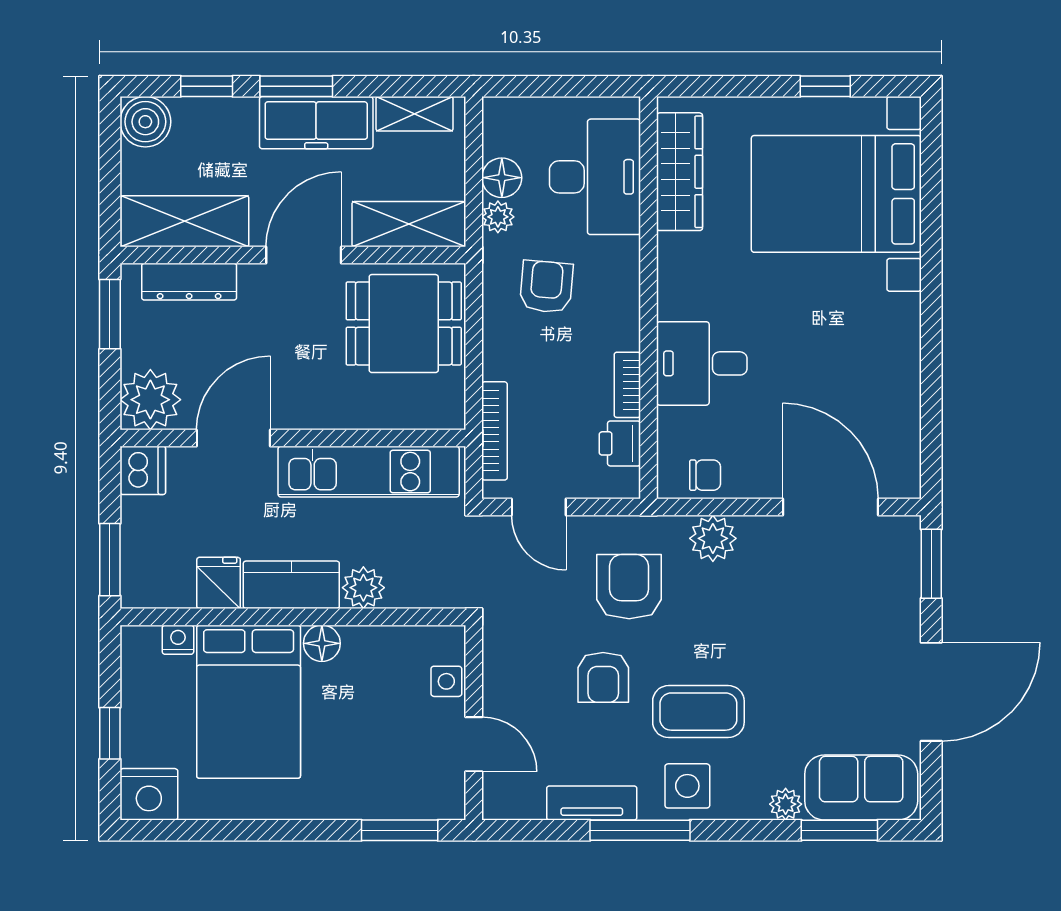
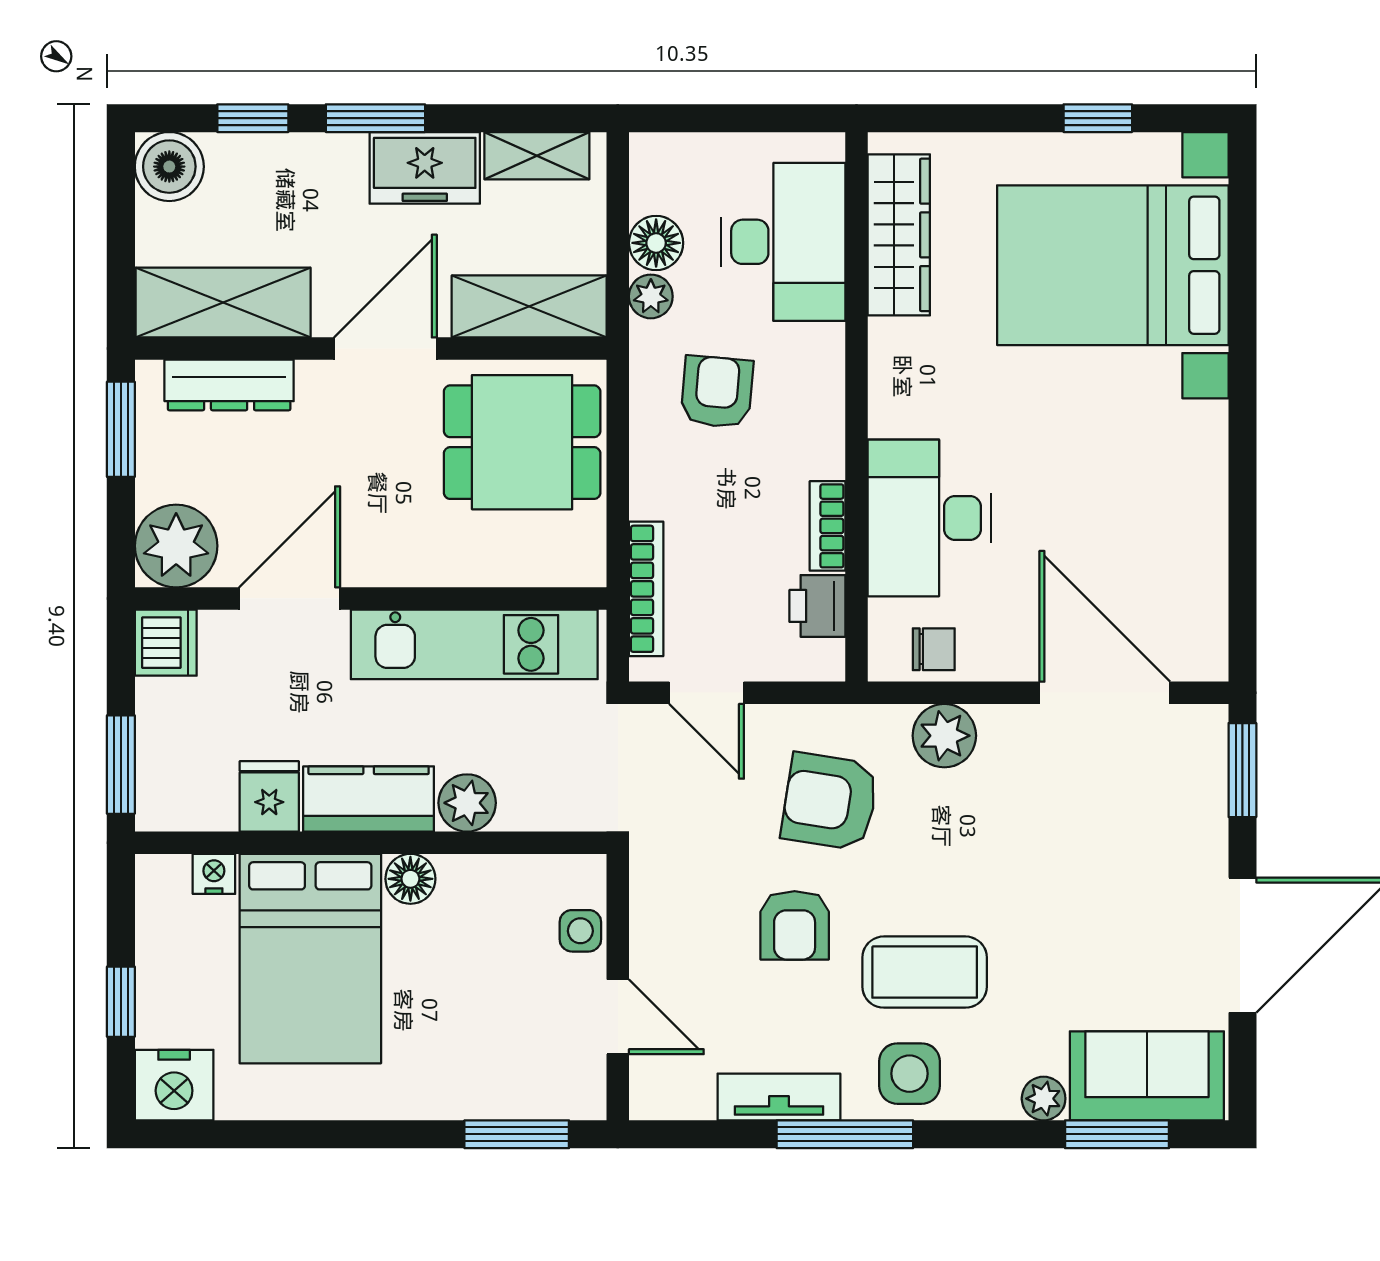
freezer: (316, 123) -> (425, 168), width x0.71
desk: (702, 363) -> (929, 518), width x1.37
armchair: (629, 587) -> (830, 802), turned -81

